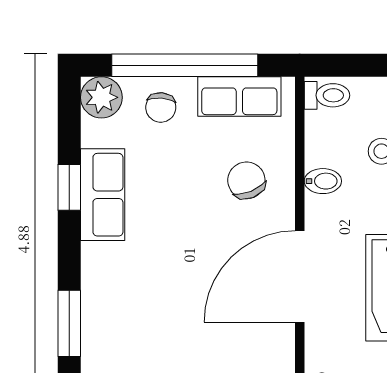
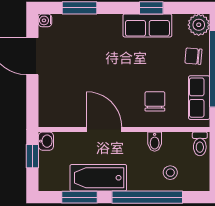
chair: (246, 180) -> (155, 101), turned -68
door: (300, 276) -> (104, 129), width x0.73

